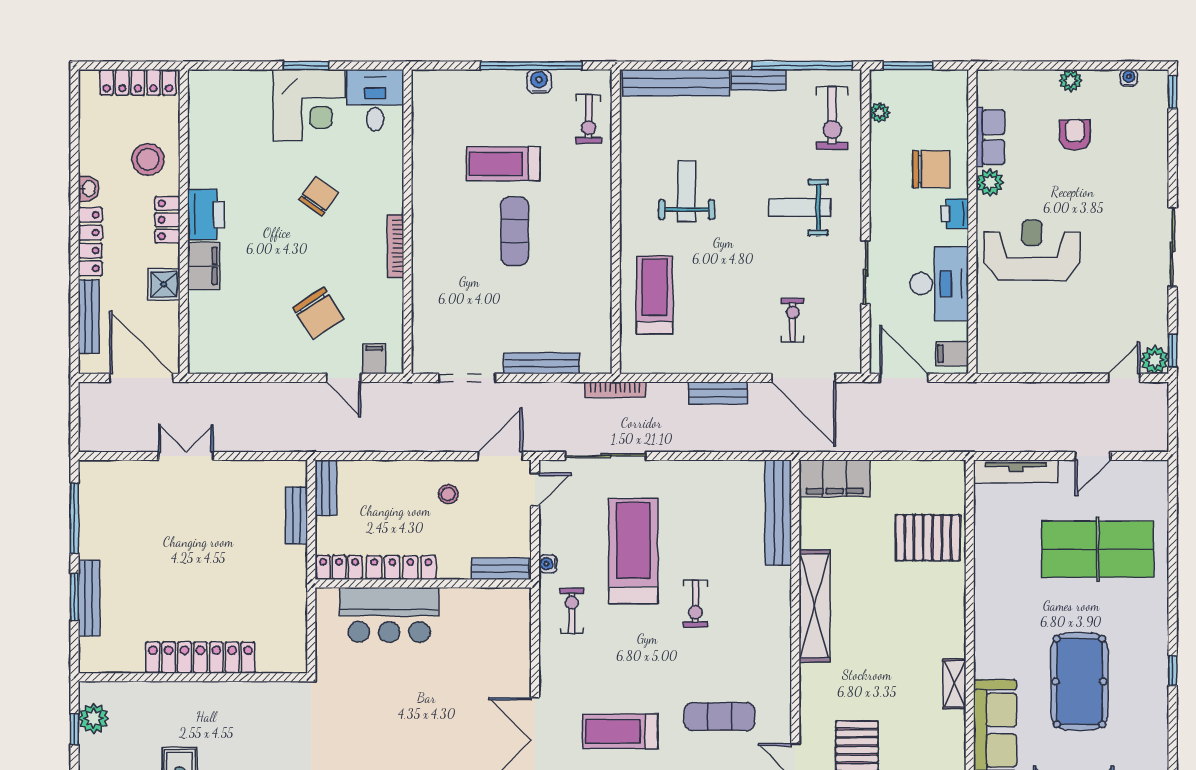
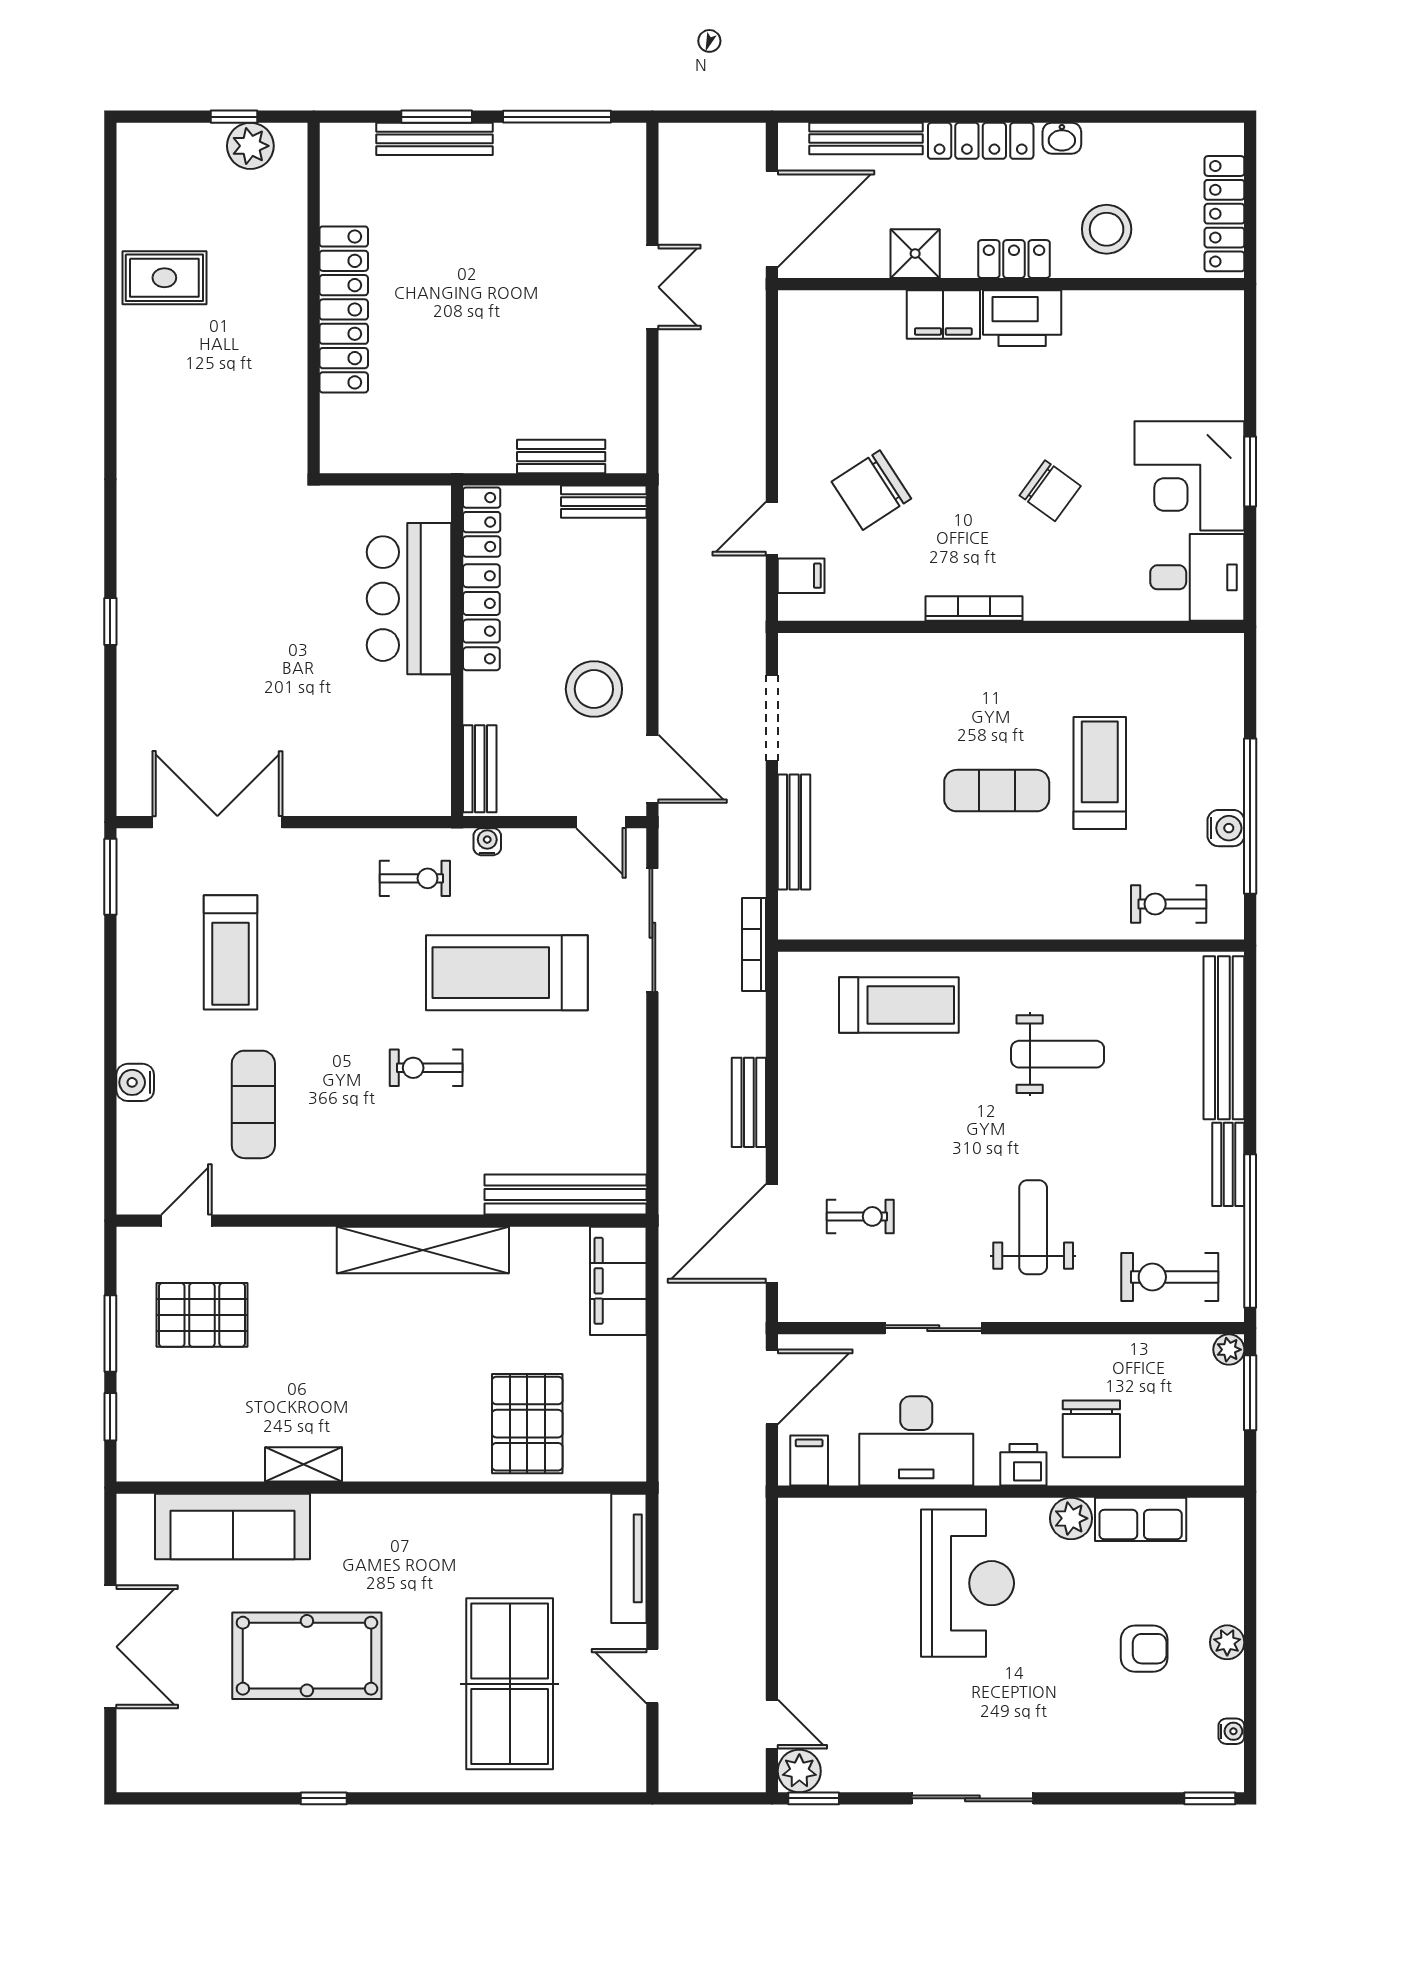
plant: (880, 112) -> (1229, 1350), moved
stool: (448, 494) -> (594, 689), width x1.89, depth x1.89
treadmill: (633, 551) -> (507, 973), turned 180
treadmill: (620, 731) -> (231, 952), turned 180

